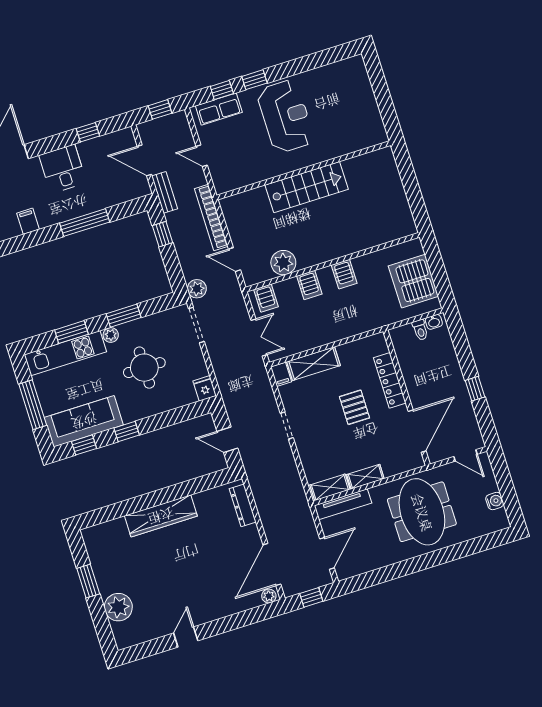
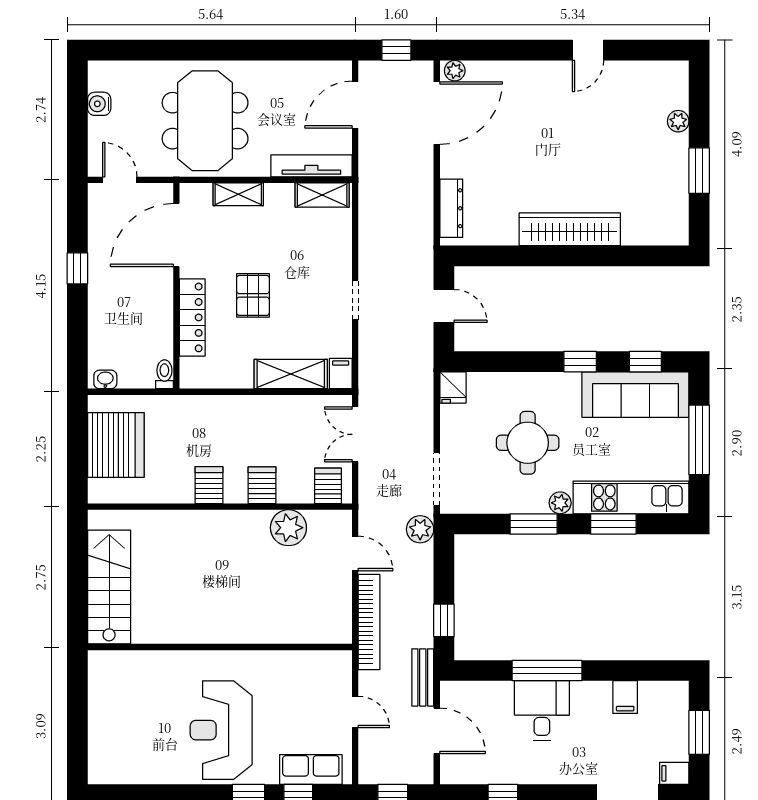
desk: (63, 169) -> (542, 710), moved, turned 180
stairs: (307, 187) -> (109, 587), moved, turned 90
toilet: (420, 330) -> (164, 374), moved
shelving: (365, 477) -> (238, 194), moved
plant: (118, 607) -> (678, 121), width x0.53, depth x0.53

